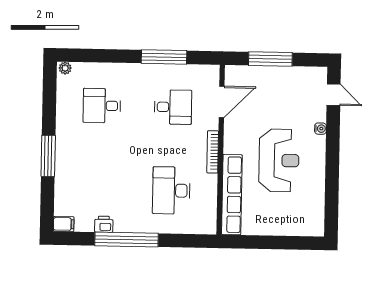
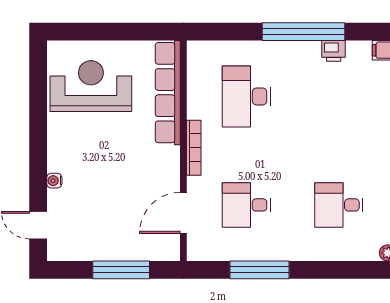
desk: (102, 106) -> (339, 205), turned 180
reception desk: (279, 160) -> (91, 86), moved, turned 90
desk: (171, 190) -> (247, 96), turned 180

